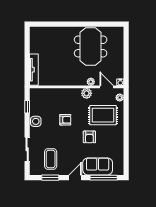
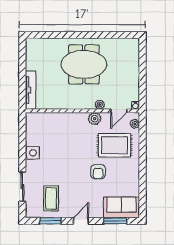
meeting table: (91, 46) -> (84, 64), moved, turned 90
door: (107, 87) -> (119, 111), swing flipped
window: (27, 107) -> (22, 135), removed
armchair: (65, 120) -> (69, 151), removed
sofa: (98, 166) -> (121, 207), moved
window: (104, 178) -> (115, 221), width x0.69

